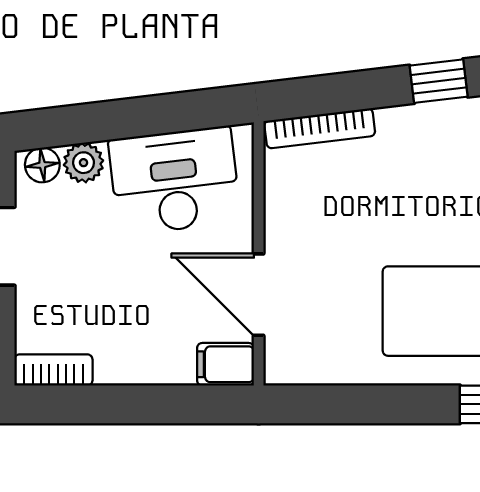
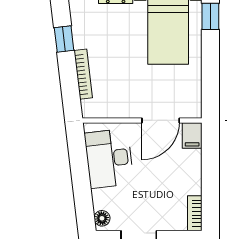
bookcase: (320, 128) -> (83, 74), moved
plant: (84, 163) -> (101, 200), removed

